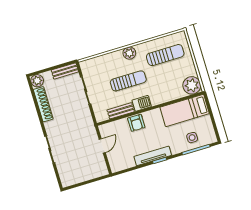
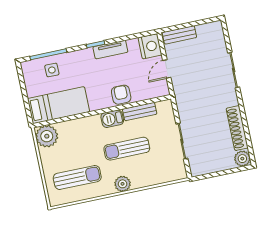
sun lounger: (165, 55) -> (77, 177), turned 180
bench: (65, 71) -> (179, 35), moved
tv unit: (153, 156) -> (110, 50), width x0.71
nightstand: (117, 163) -> (150, 46), added

